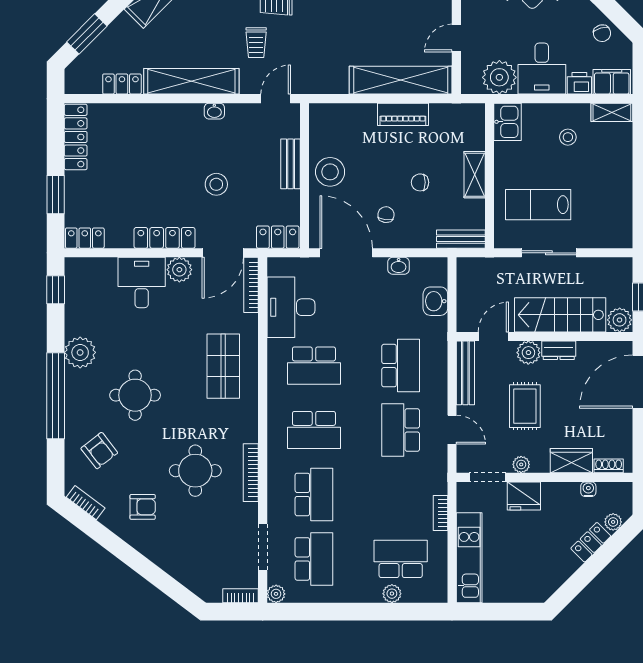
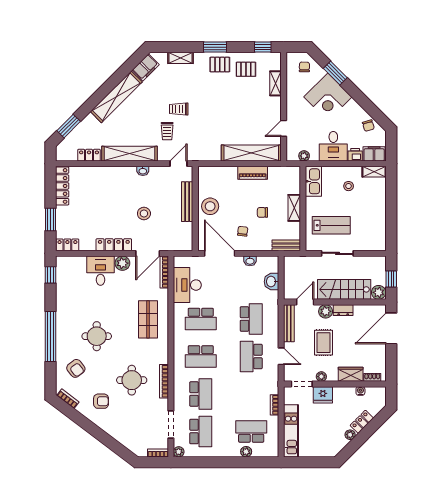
plant: (499, 77) -> (304, 156), width x0.53, depth x0.53
kitchen sink: (507, 122) -> (313, 181), width x1.38
bench: (290, 164) -> (187, 202), width x1.36
lab bench: (538, 205) -> (331, 225), turned 180
locker: (278, 237) -> (180, 244), removed
plant: (80, 352) -> (65, 311), removed
plant: (613, 522) -> (350, 435), moved

